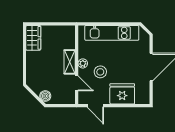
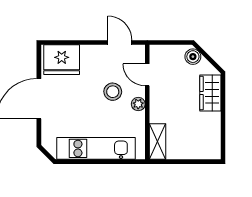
wardrobe: (33, 38) -> (210, 93), moved
shelving: (70, 62) -> (157, 142), moved
fridge: (122, 94) -> (62, 60), moved

